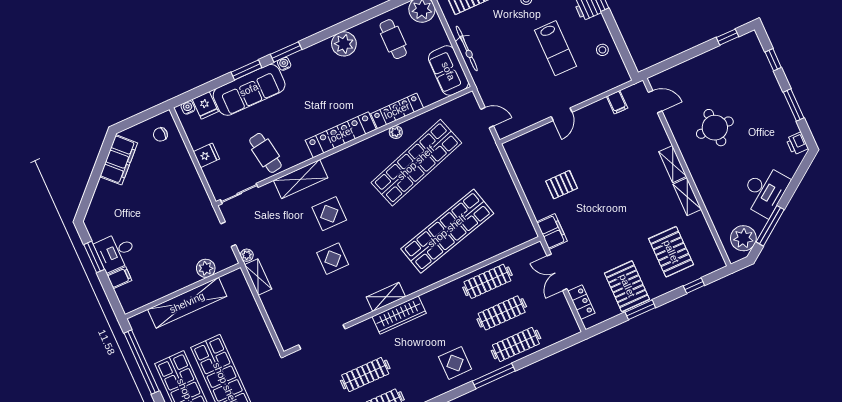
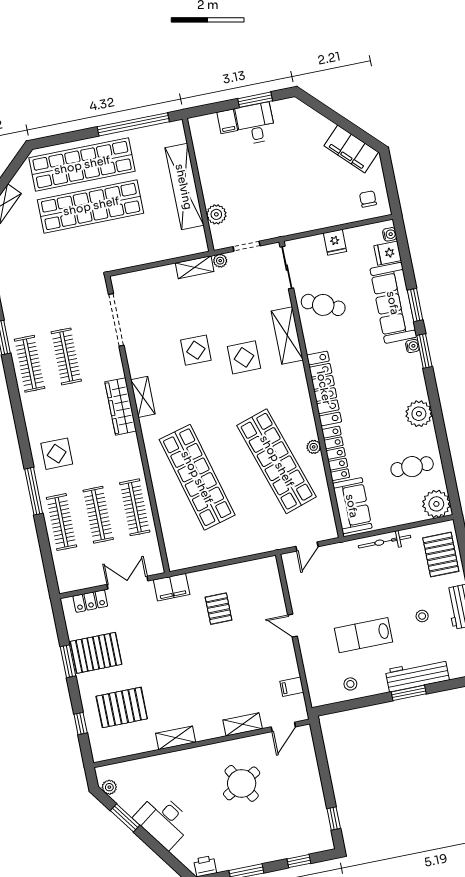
sofa: (448, 71) -> (352, 506), moved, turned 90
round table: (715, 128) -> (242, 783), turned -30
cafe table: (265, 153) -> (323, 305), turned 33
shelving: (673, 164) -> (243, 724), moved
window: (770, 226) -> (125, 818), width x0.69
plant: (743, 238) -> (109, 787), width x0.53, depth x0.53

